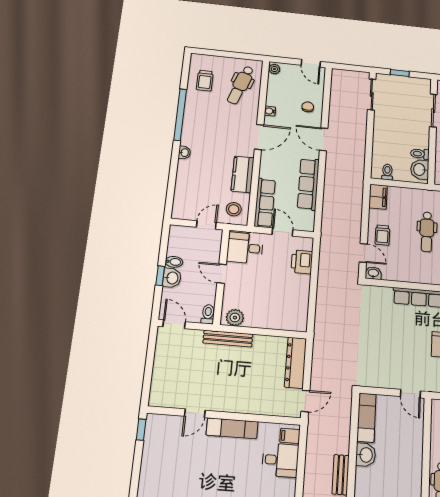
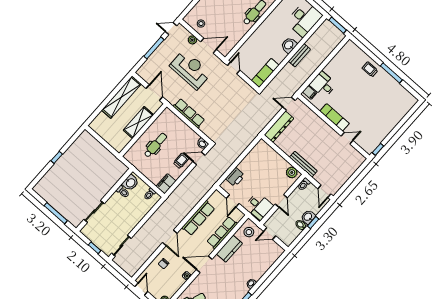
row of seats: (265, 203) -> (222, 233), moved
door: (363, 253) -> (199, 158), hinge flipped
washbasin: (366, 455) -> (289, 45), moved

